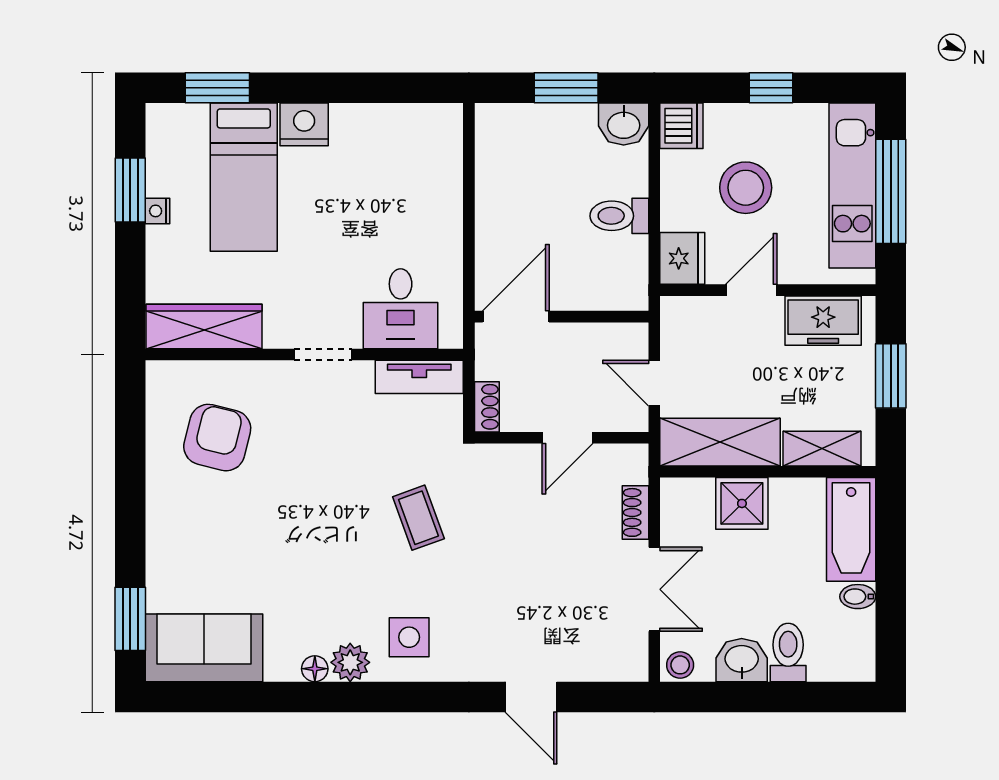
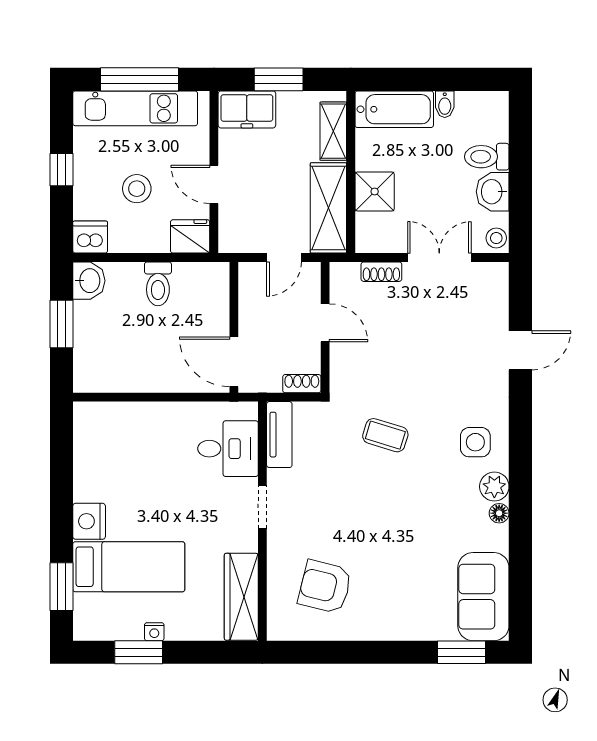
stool: (746, 188) -> (137, 189), width x0.73, depth x0.73
freezer: (823, 321) -> (247, 109), moved, turned 90
coffee table: (418, 518) -> (385, 435), turned 37

